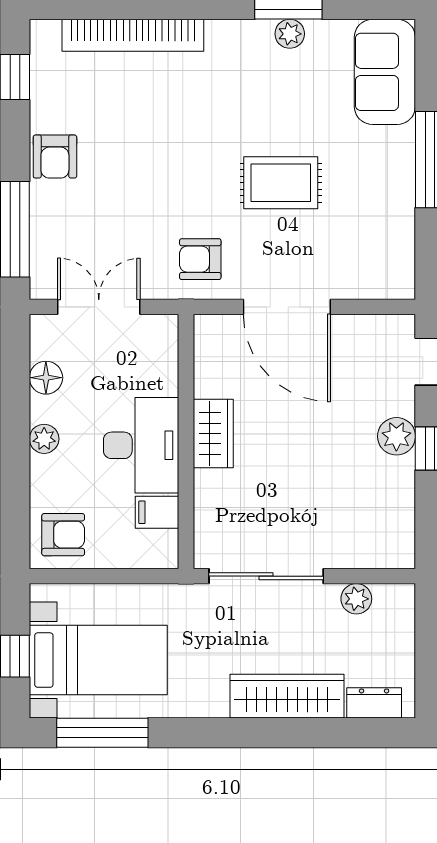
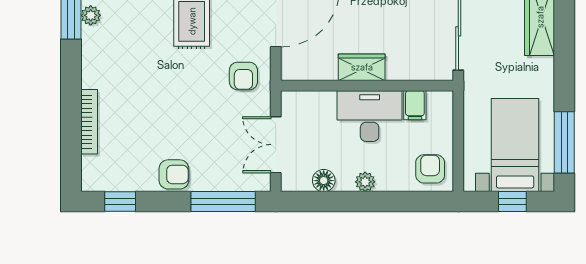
bookcase: (133, 35) -> (89, 122), width x0.68, depth x0.76

